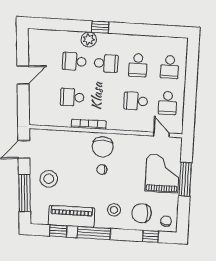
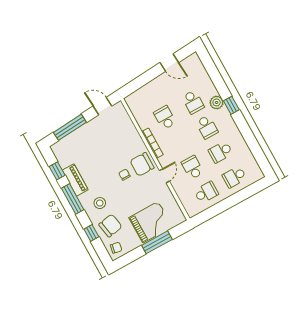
school desk: (74, 61) -> (193, 102), turned 180
door: (23, 75) -> (169, 63), moved
school desk: (168, 103) -> (206, 192), turned 180
door: (161, 135) -> (164, 176), moved
stool: (49, 179) -> (92, 139), removed
chair: (142, 213) -> (110, 226), turned 80
piano: (72, 216) -> (75, 180), width x0.73, depth x0.75
window: (150, 236) -> (91, 233), moved

